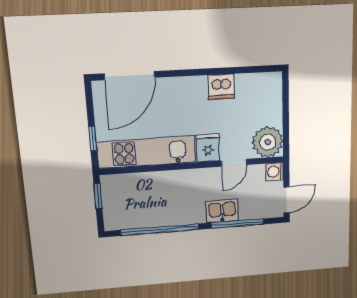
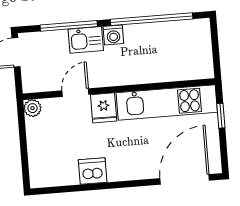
plant: (268, 142) -> (33, 108), width x0.53, depth x0.53
washing machine: (275, 172) -> (113, 35), moved, turned 90
window: (98, 196) -> (216, 56), removed

